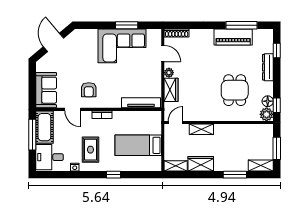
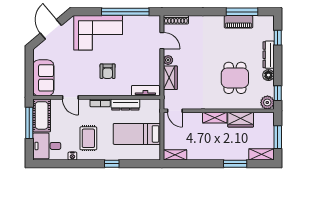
window: (127, 25) -> (125, 12), width x2.11
piano: (233, 37) -> (238, 22), width x0.73, depth x0.75
corner sofa: (122, 46) -> (98, 33), moved
armchair: (89, 90) -> (108, 71), moved
floor lamp: (268, 101) -> (268, 75), moved
tv unit: (141, 103) -> (145, 91), width x0.71
dresser: (127, 116) -> (125, 105), added
door: (176, 123) -> (175, 111), swing flipped
shelving: (201, 129) -> (215, 118), moved
wardrobe: (201, 164) -> (241, 120), moved, turned 180

